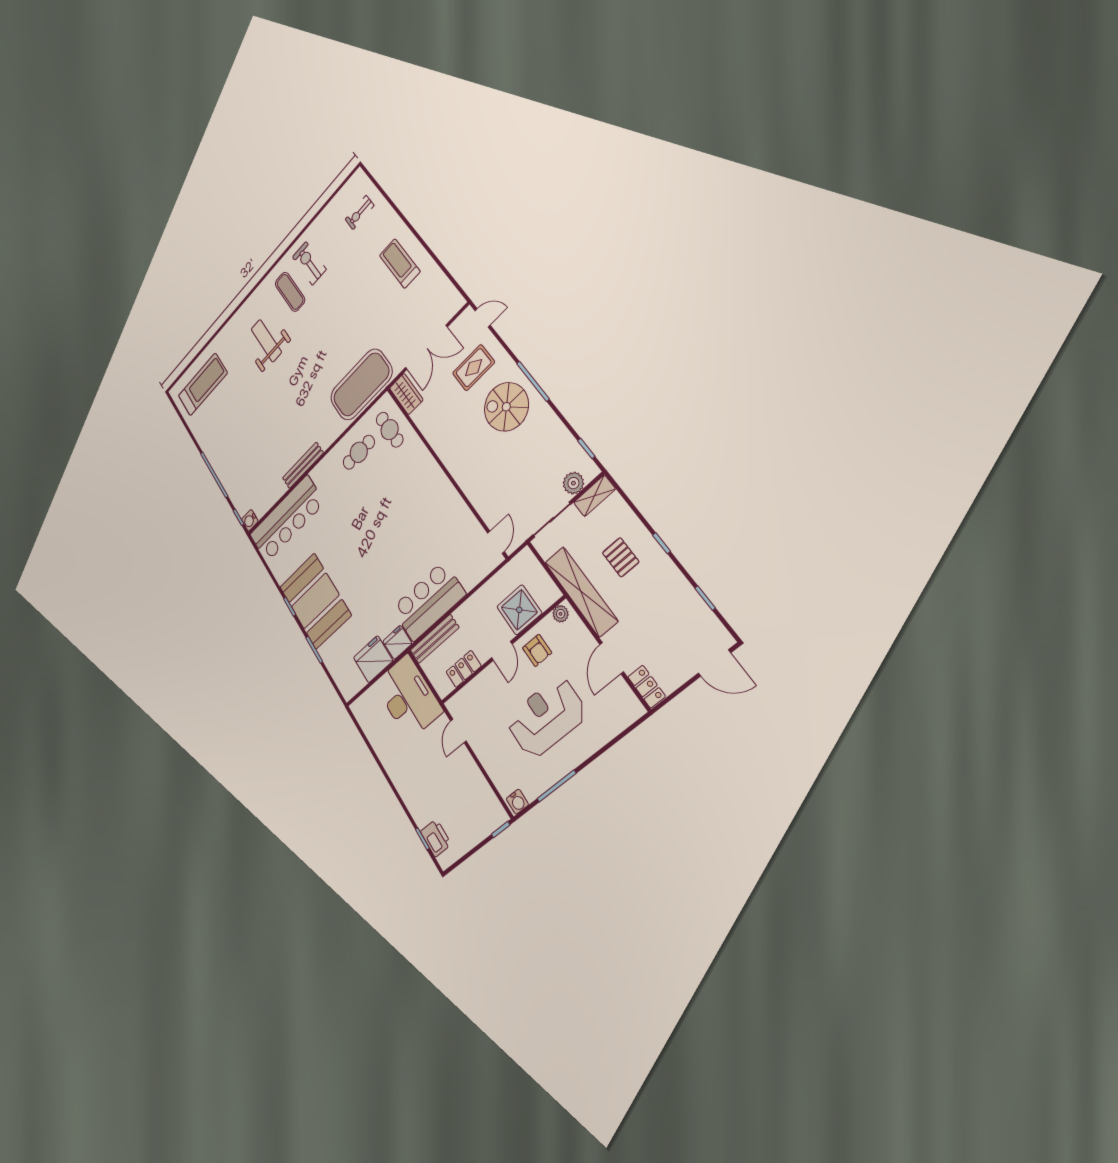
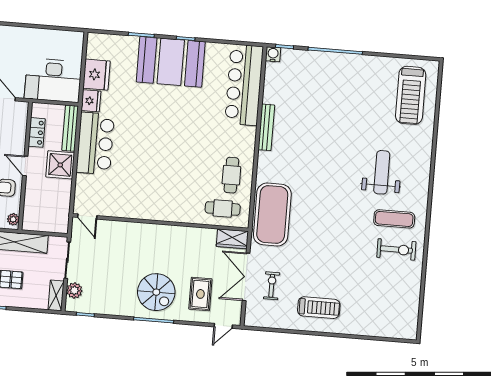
exercise bike: (360, 212) -> (272, 286), moved
weight bench: (266, 341) -> (382, 172), turned -90
spiral stairs: (506, 407) -> (156, 292), turned 90
shower: (519, 610) -> (60, 165), moved

